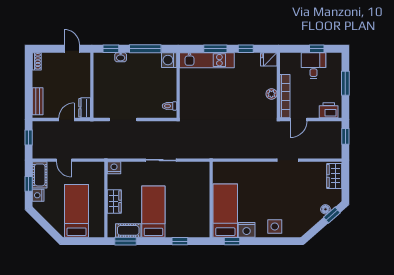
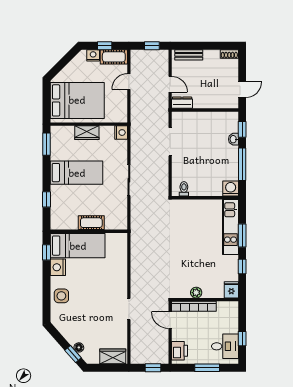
desk: (314, 66) -> (225, 346), moved
bed: (77, 211) -> (77, 100), width x1.50
cot: (128, 230) -> (91, 223), moved, turned 90

